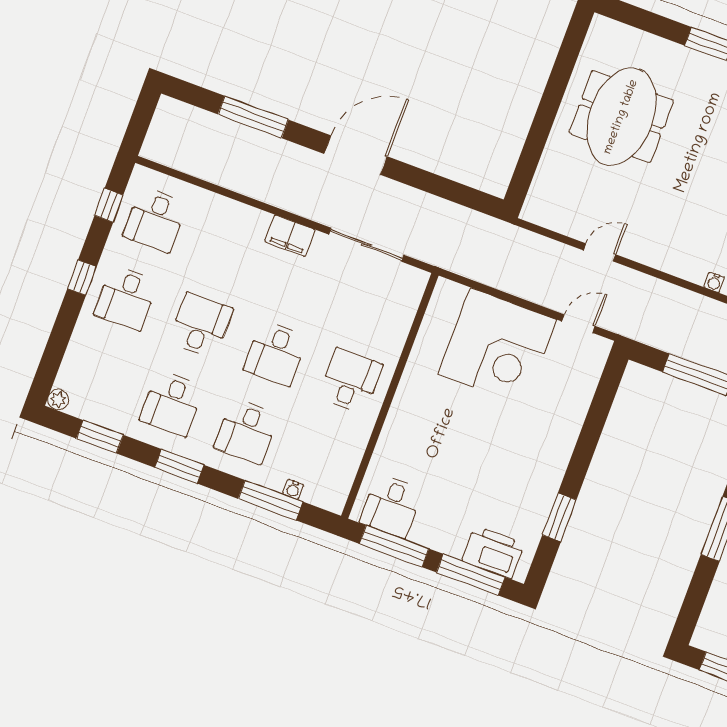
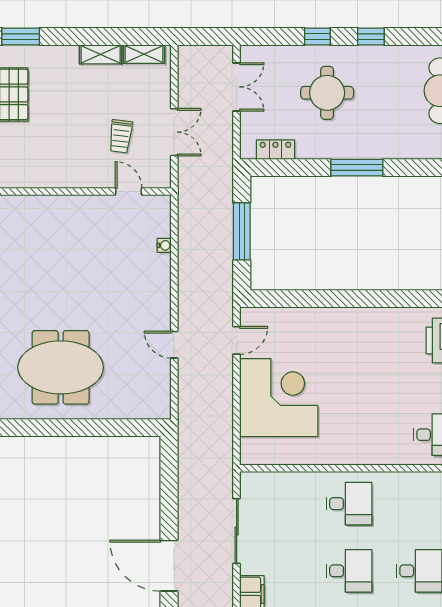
door: (578, 324) -> (237, 340), swing flipped
desk: (350, 381) -> (349, 504), turned 180
window: (559, 517) -> (395, 299), removed

